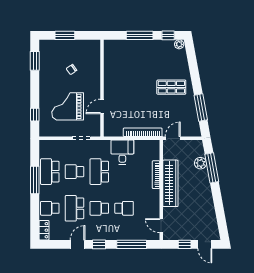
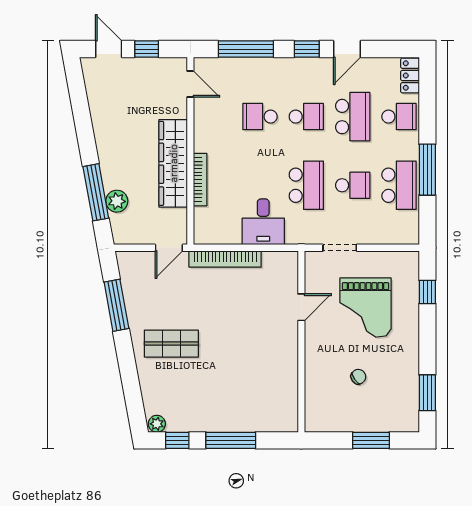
grand piano: (68, 106) -> (366, 307), turned 90

